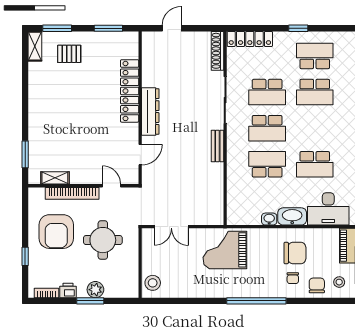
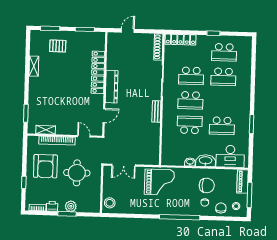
shelving: (35, 46) -> (34, 66), moved
school desk: (315, 56) -> (224, 52), turned 180
grand piano: (225, 250) -> (159, 182), turned 180

